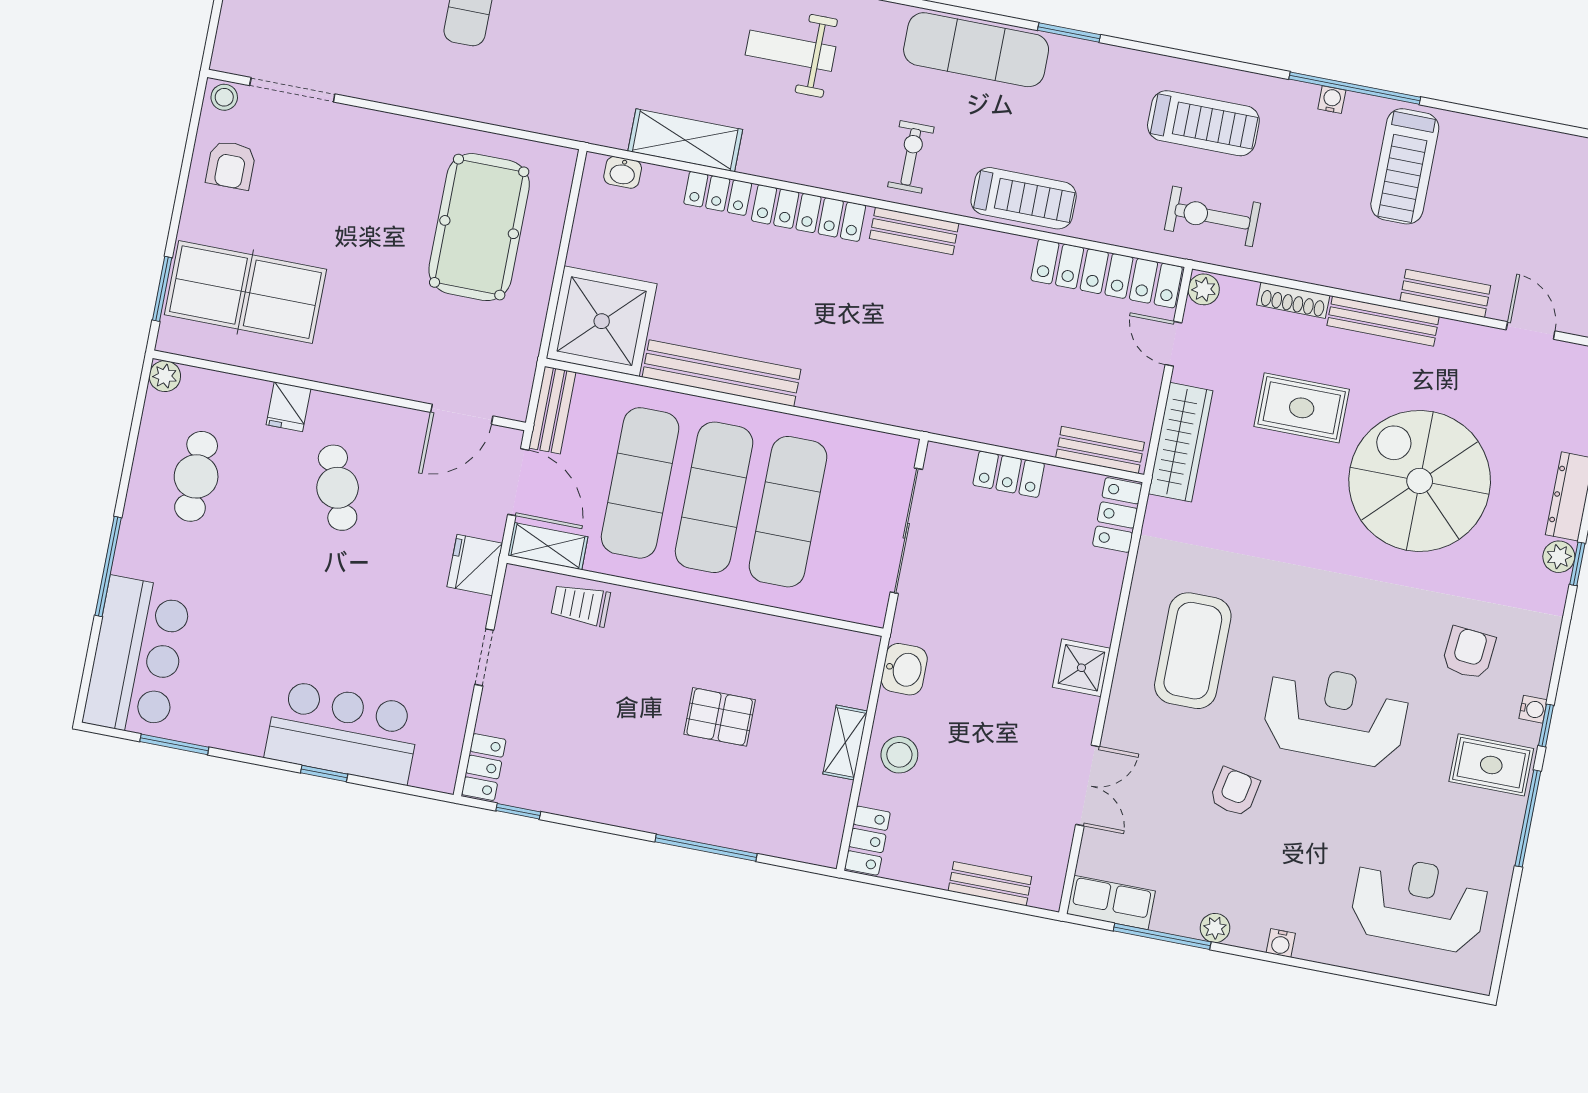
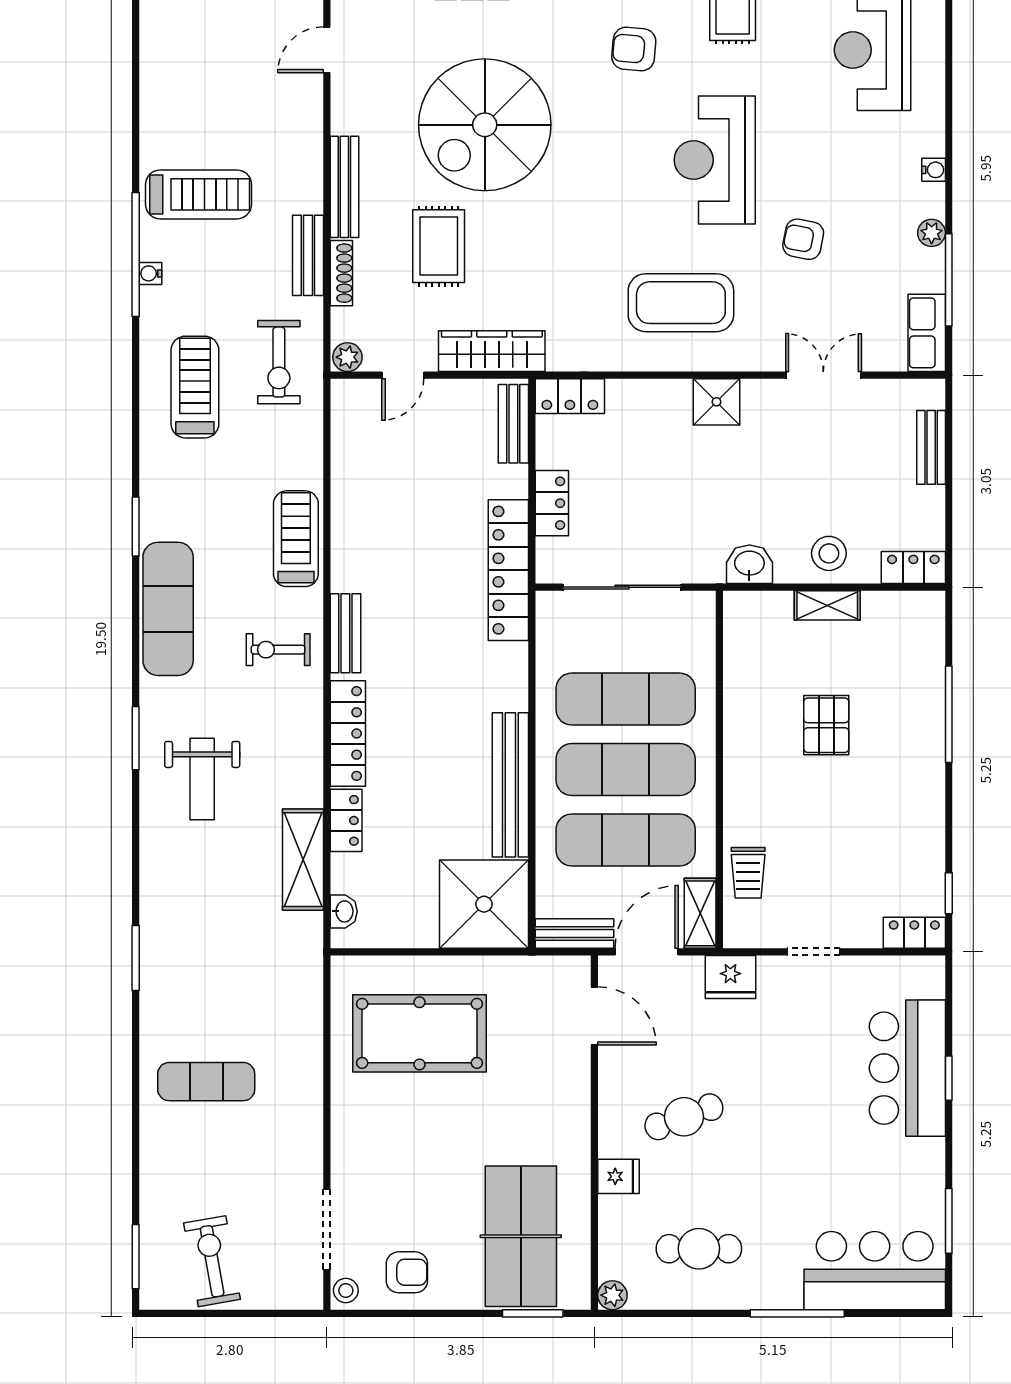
locker: (1107, 274) -> (508, 570), moved, turned 180
bench: (1445, 293) -> (308, 255), moved

